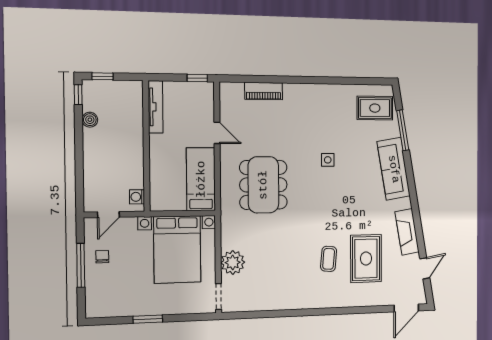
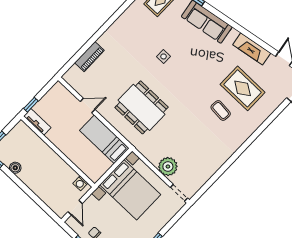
window: (197, 78) -> (31, 105), moved
tv unit: (156, 107) -> (37, 122), width x0.71

